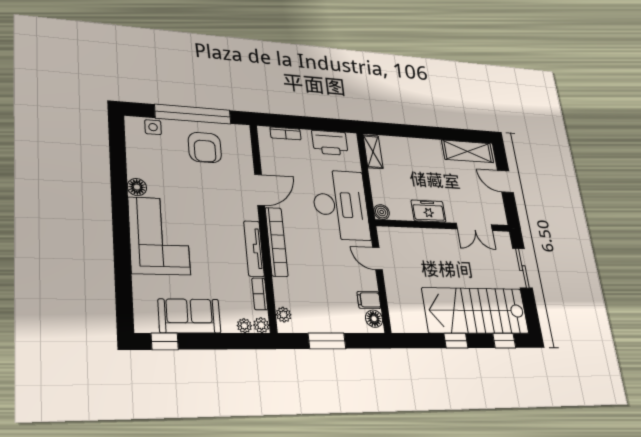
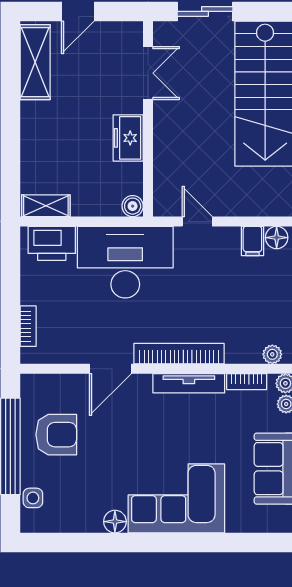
printer: (330, 143) -> (52, 243), moved, turned 90
door: (260, 190) -> (110, 369), swing flipped
door: (377, 259) -> (197, 221), swing flipped

